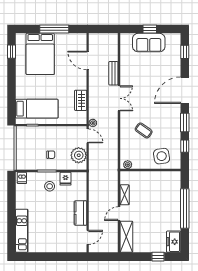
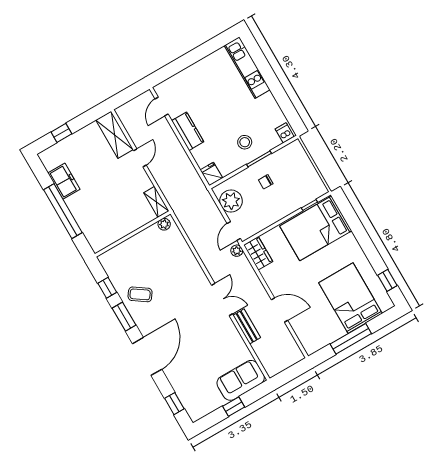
sofa: (149, 43) -> (241, 380), moved
door: (88, 61) -> (280, 310), moved
double door: (119, 98) -> (222, 299), swing flipped
wardrobe: (81, 100) -> (258, 253), moved
bed: (37, 109) -> (316, 228), width x1.50
coffee table: (144, 130) -> (140, 294), moved
door: (88, 136) -> (234, 231), hinge flipped
side table: (162, 156) -> (129, 259), removed
fridge: (66, 179) -> (211, 174), moved
shelving: (125, 195) -> (156, 202), moved
freezer: (174, 242) -> (64, 181), moved

